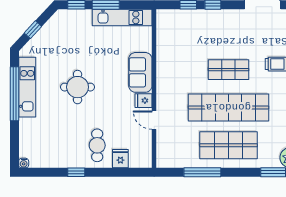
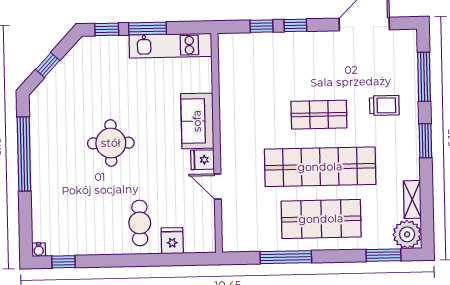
kitchen unit: (27, 87) -> (41, 145), removed
window: (76, 172) -> (63, 262), moved

